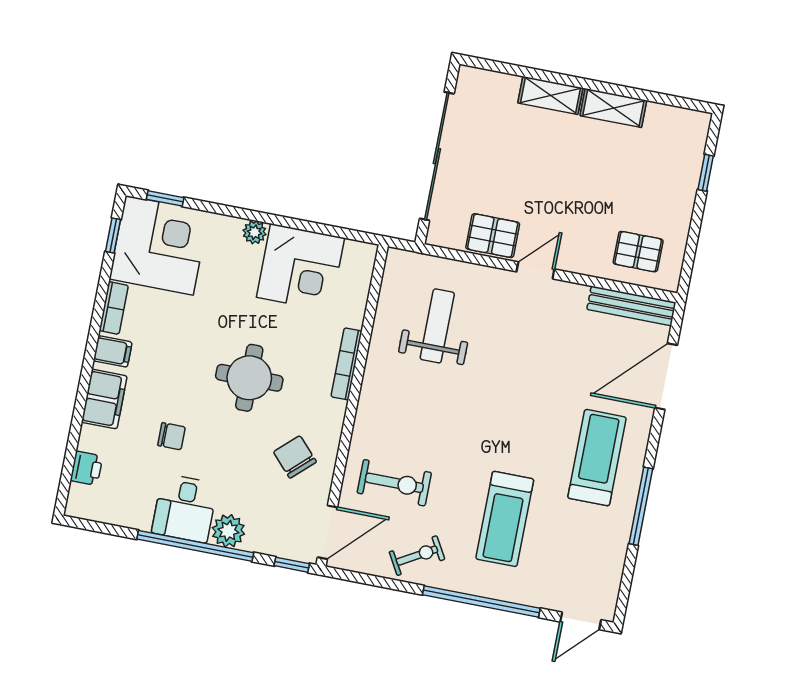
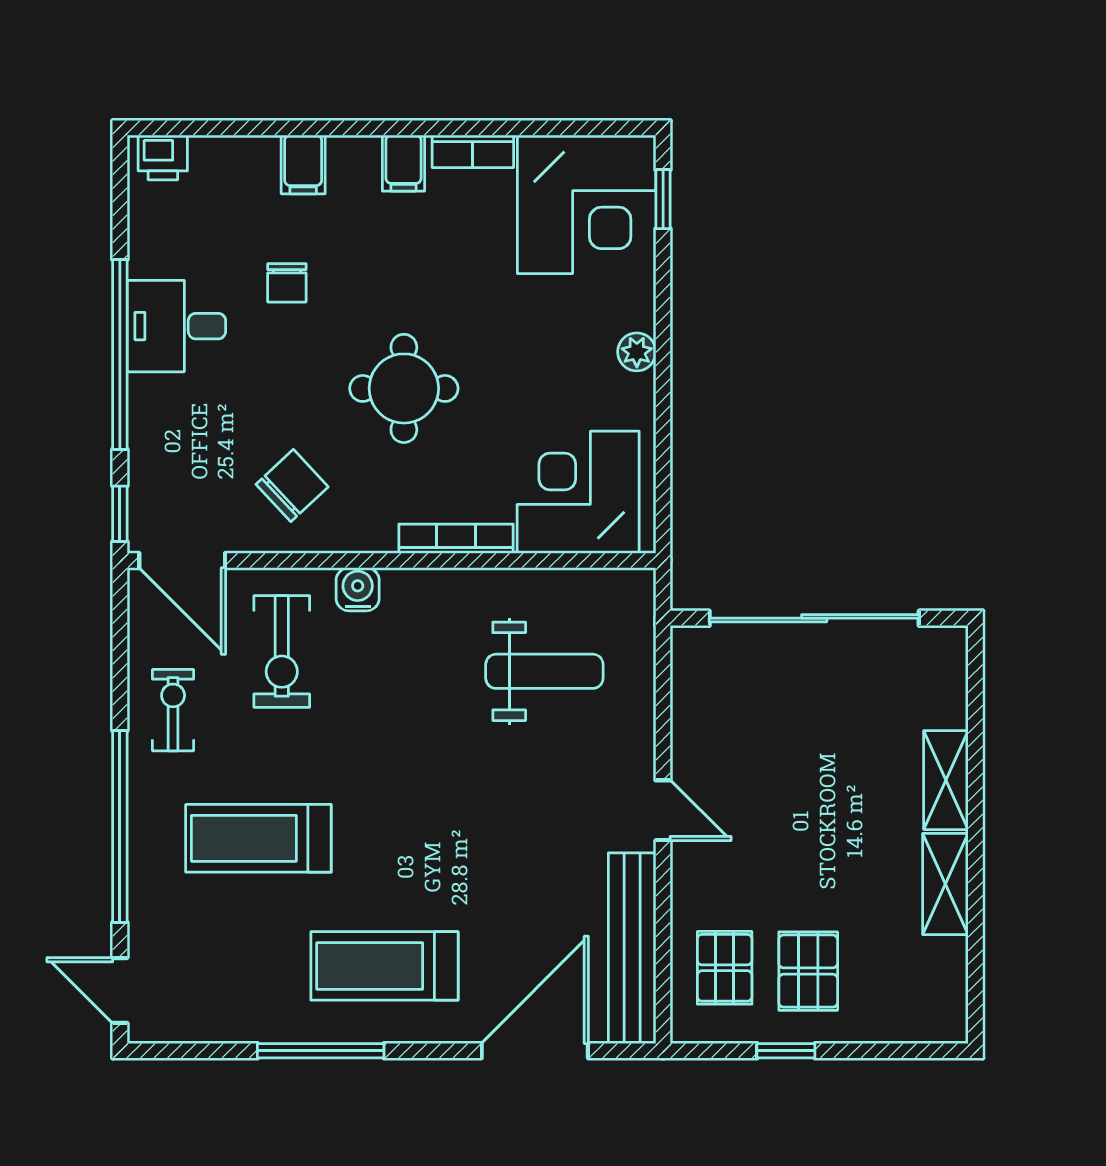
window: (706, 173) -> (786, 1051), moved
window: (113, 236) -> (588, 128), removed
pallet: (493, 236) -> (808, 971), moved
corner desk: (300, 268) -> (578, 492), moved, turned 90
bench: (631, 306) -> (632, 948), width x1.37, depth x1.21
door: (666, 376) -> (535, 1051), hinge flipped
filing cabinet: (104, 399) -> (303, 164), width x0.50
water cooler: (366, 429) -> (358, 589), added
treadmill: (597, 458) -> (384, 966), turned 180
printer: (86, 468) -> (163, 157), moved
plant: (228, 531) -> (154, 403), removed
exercise bike: (417, 556) -> (173, 710), turned -150

